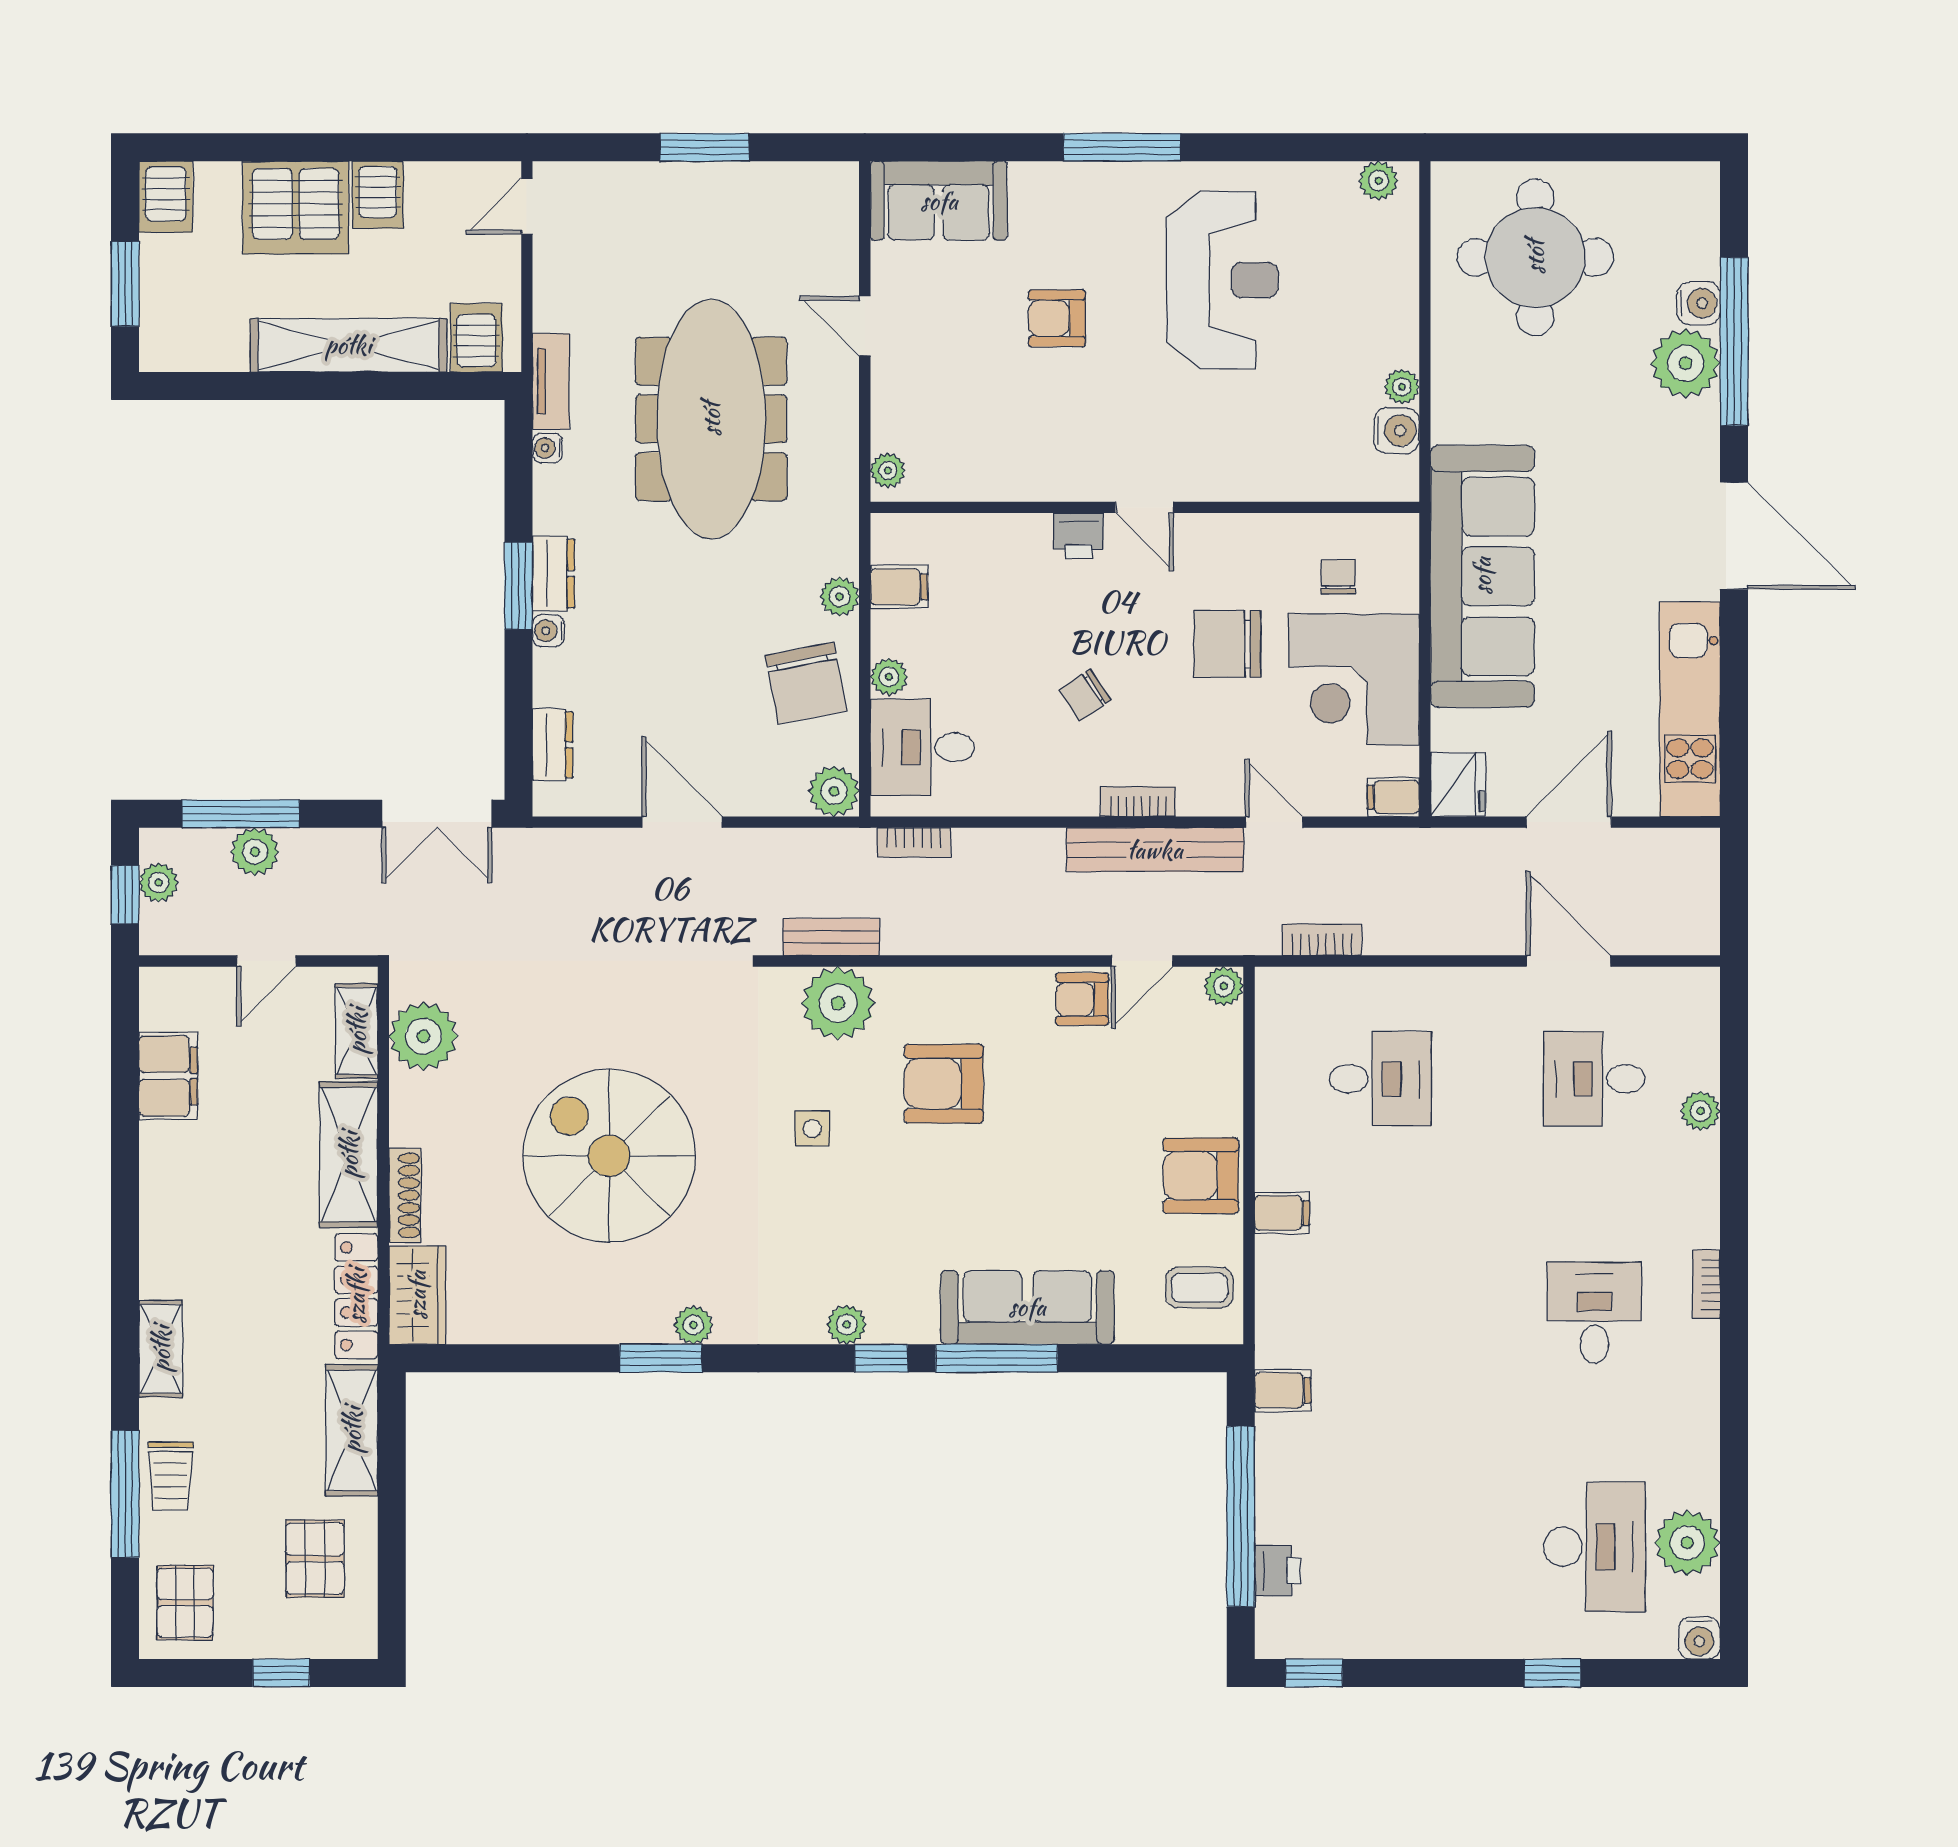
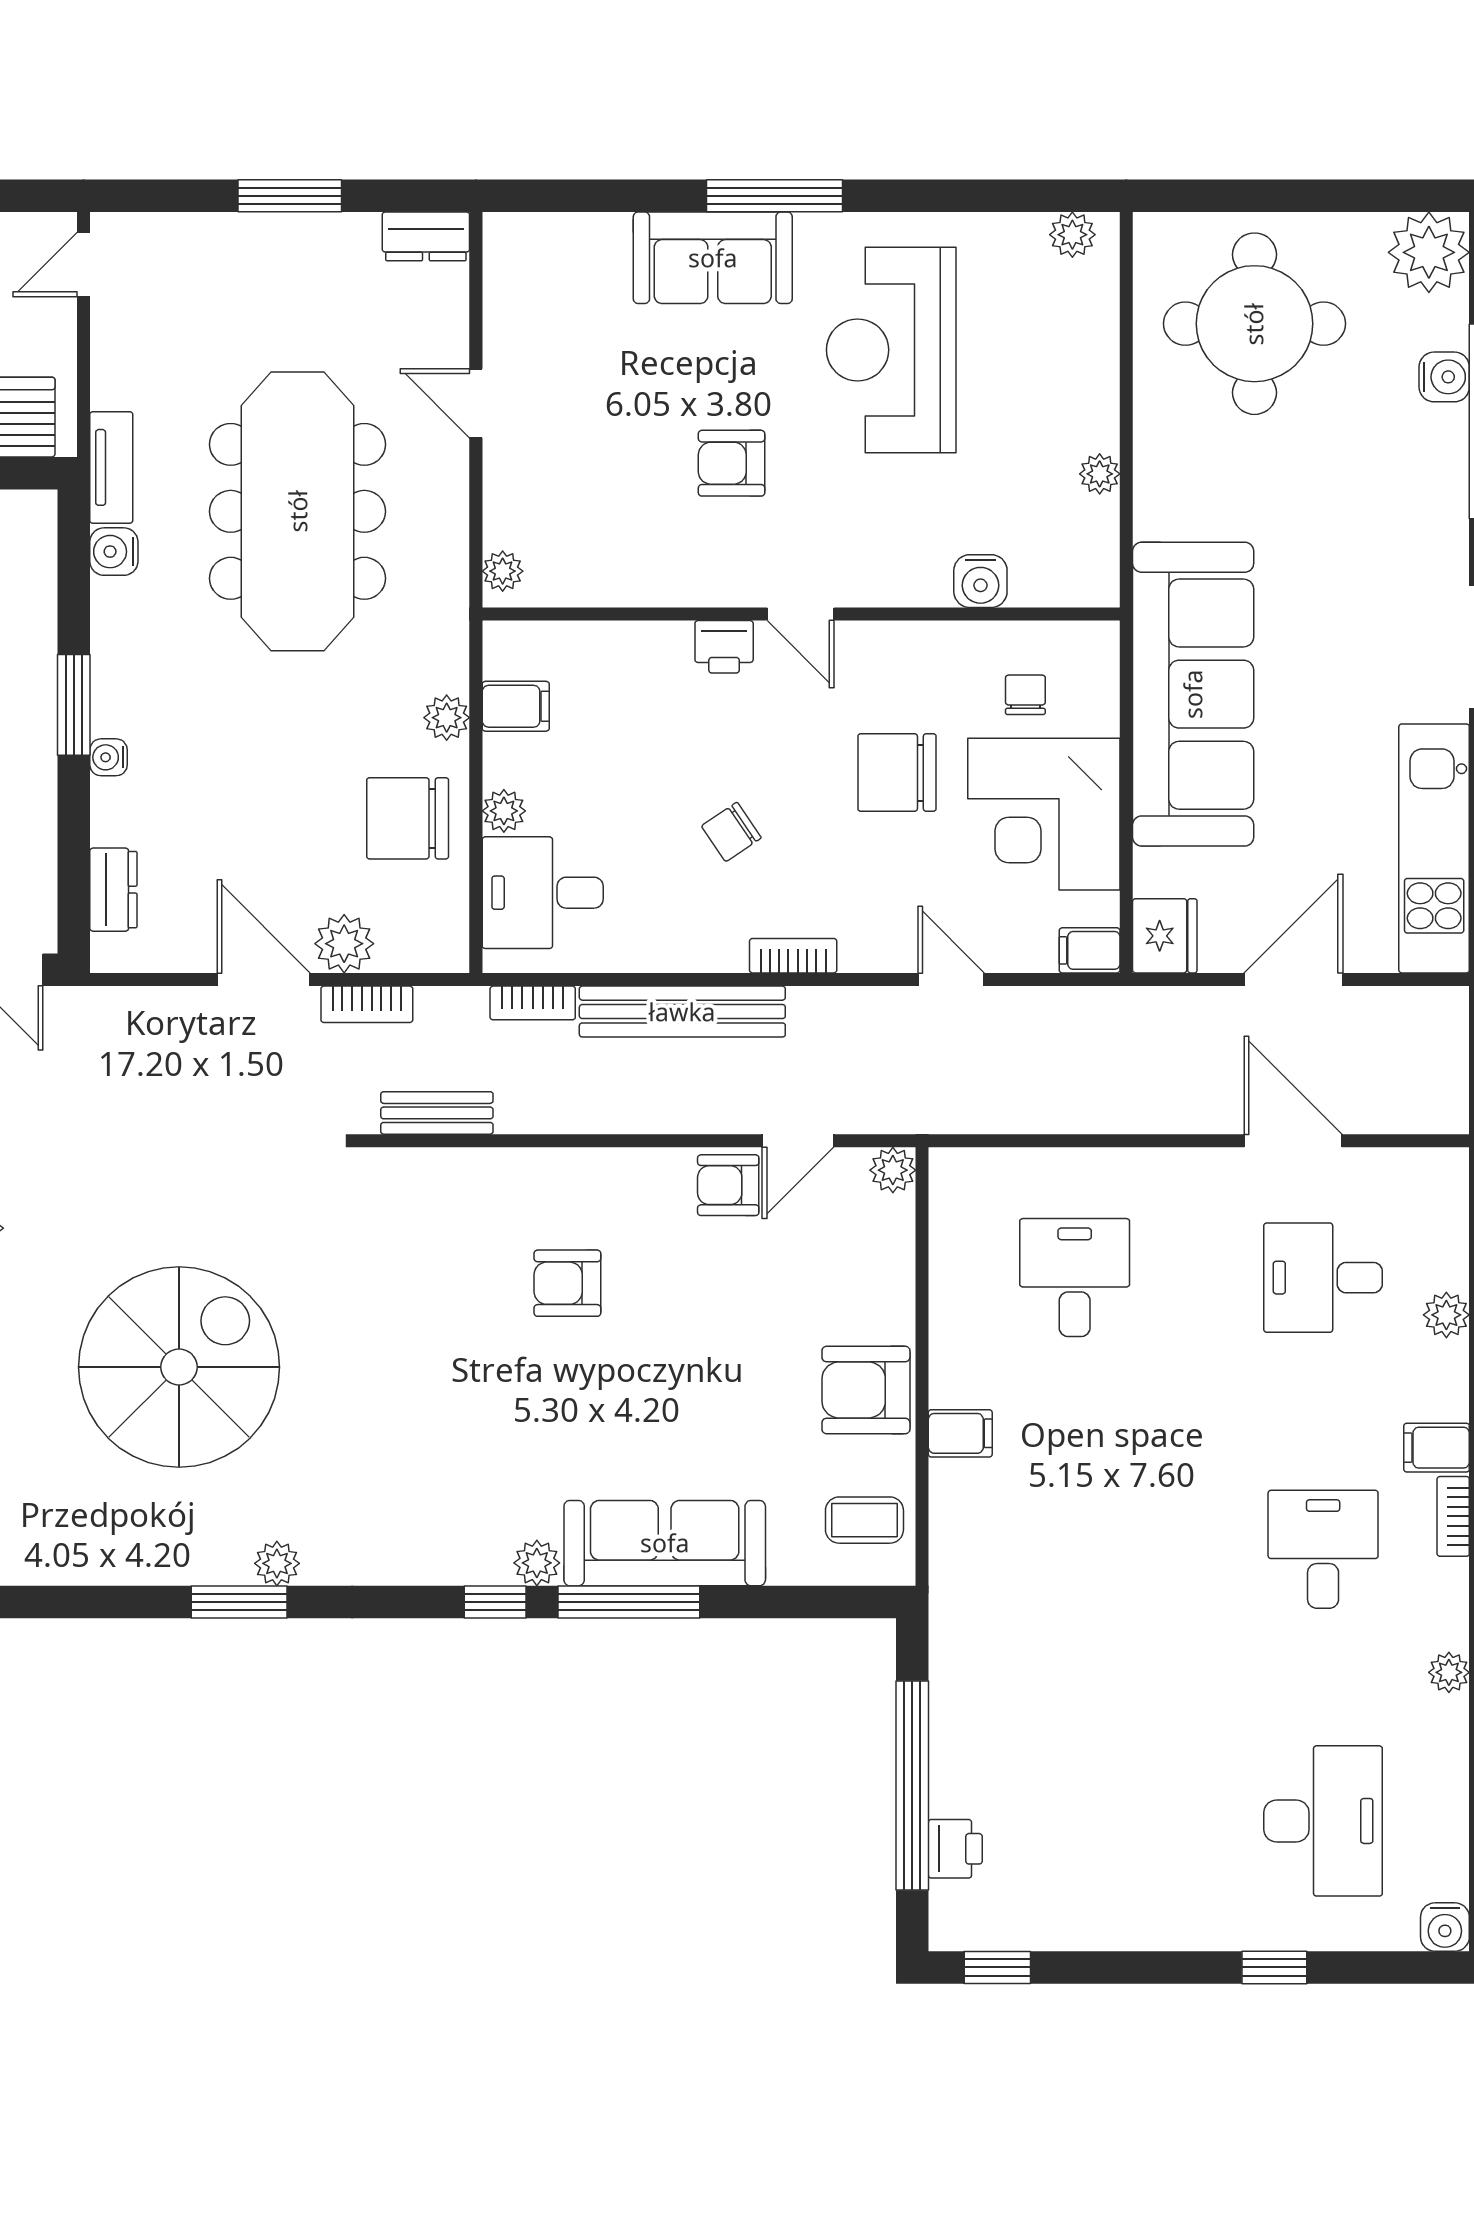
sofa: (939, 201) -> (713, 258), moved
reception desk: (1222, 280) -> (891, 350), turned 180
armchair: (1057, 318) -> (732, 463), moved
plant: (1685, 363) -> (1429, 252), moved
water cooler: (1397, 431) -> (980, 581), moved, turned 90
water cooler: (547, 448) -> (114, 552), width x1.38, depth x1.38
dresser: (554, 574) -> (426, 236), moved, turned 90
chair: (806, 683) -> (408, 818), turned 101
plant: (834, 791) -> (344, 944), moved
bench: (1155, 850) -> (682, 1012), moved
bookcase: (1322, 940) -> (367, 1004), moved, turned 180
plant: (838, 1003) -> (445, 1190), removed
desk: (1380, 1079) -> (1075, 1278), turned -90
armchair: (944, 1084) -> (567, 1283), width x0.72, depth x0.72
side table: (812, 1129) -> (415, 1335), removed
spiral stairs: (609, 1156) -> (179, 1367), turned 90
plant: (847, 1325) -> (537, 1563), moved
filing cabinet: (1283, 1391) -> (1437, 1448), moved, turned 180
plant: (1687, 1543) -> (1449, 1672), moved, width x0.53, depth x0.53

